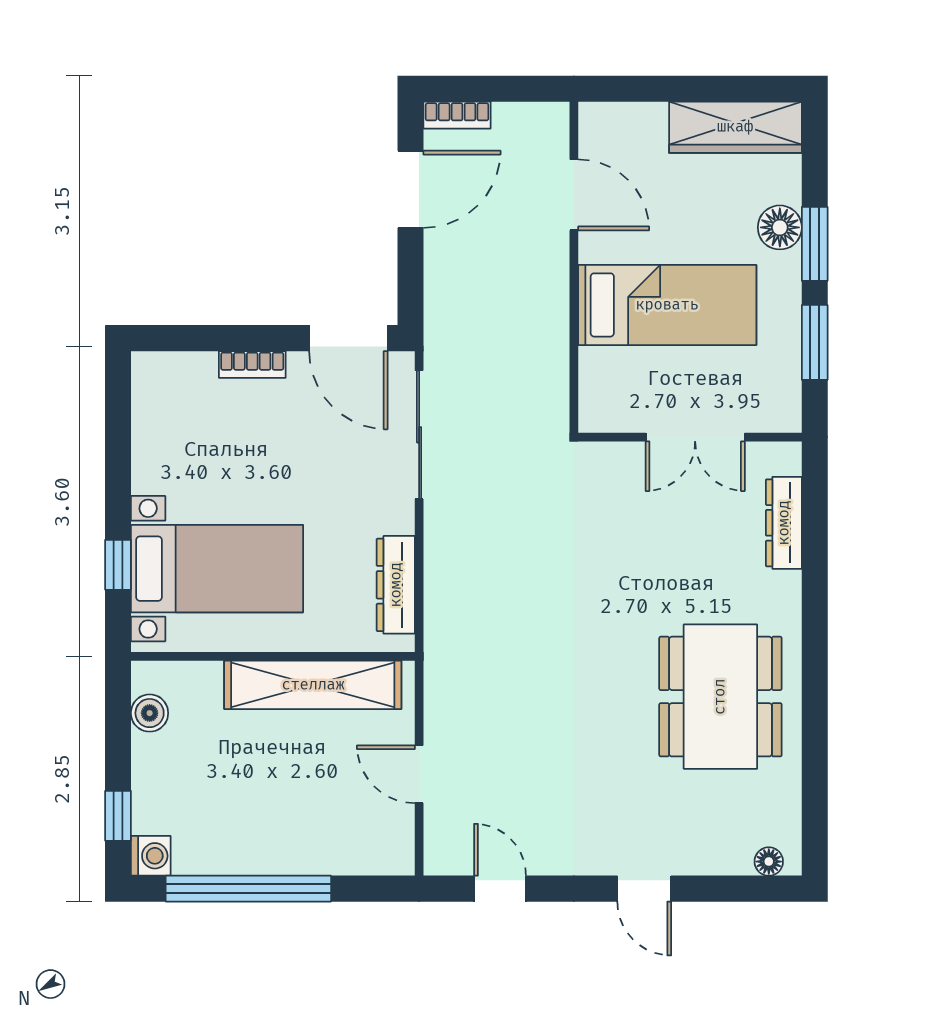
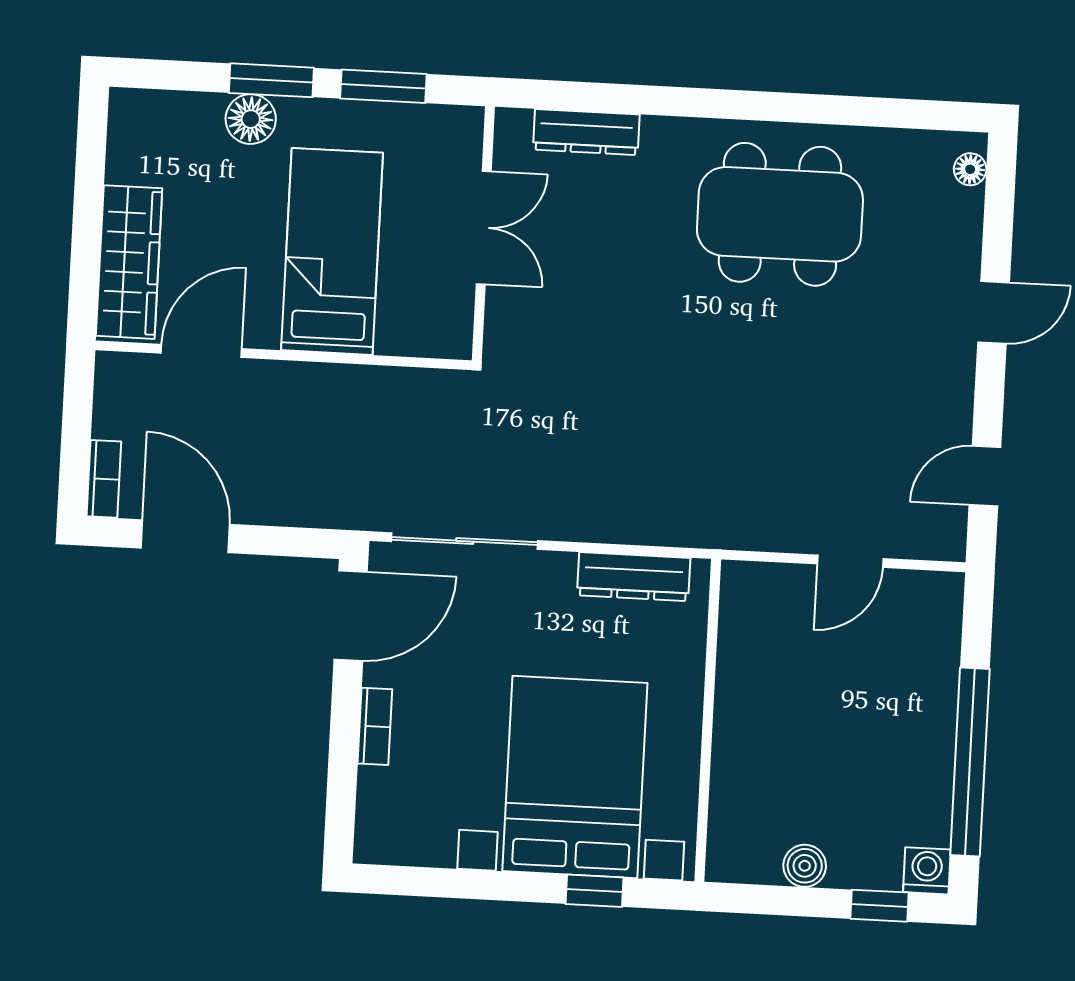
wardrobe: (735, 127) -> (129, 262), moved
bed with nightstands: (217, 569) -> (575, 777), width x1.36
shelving: (313, 685) -> (742, 677), removed
boiler: (150, 713) -> (805, 866), moved

